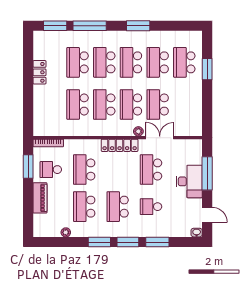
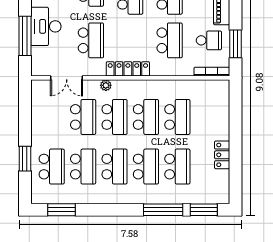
window: (138, 26) -> (61, 210), moved
double door: (160, 138) -> (67, 78), moved

